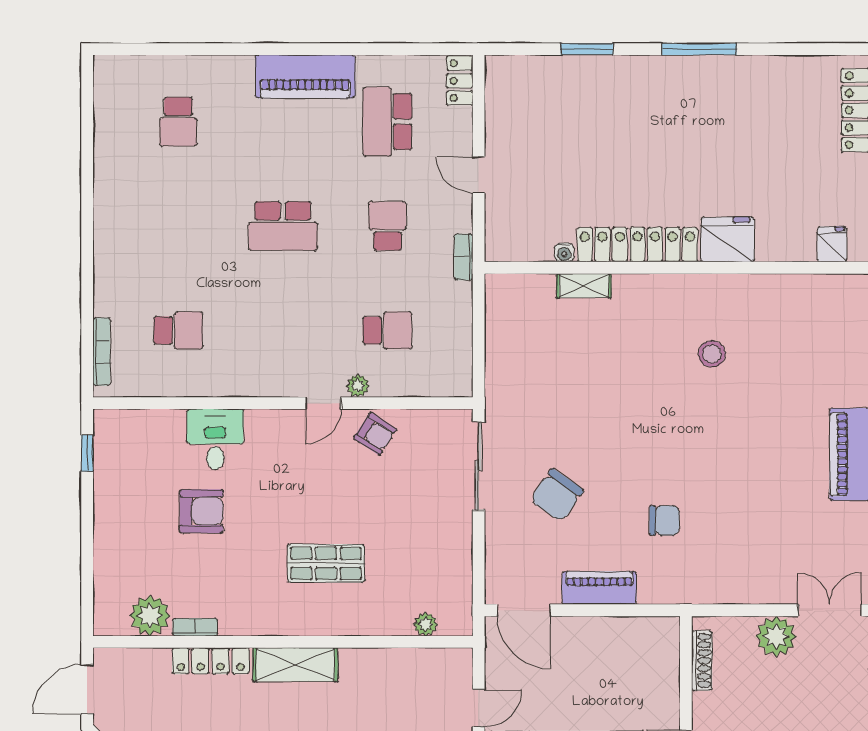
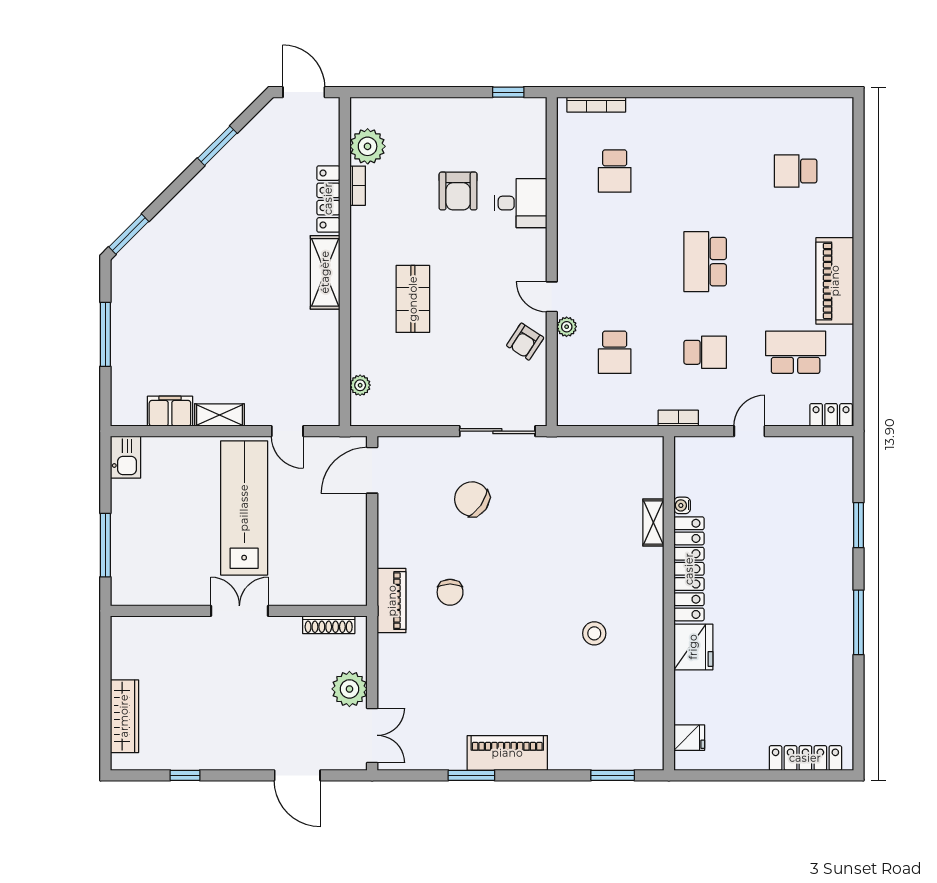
piano: (599, 588) -> (392, 601), moved

